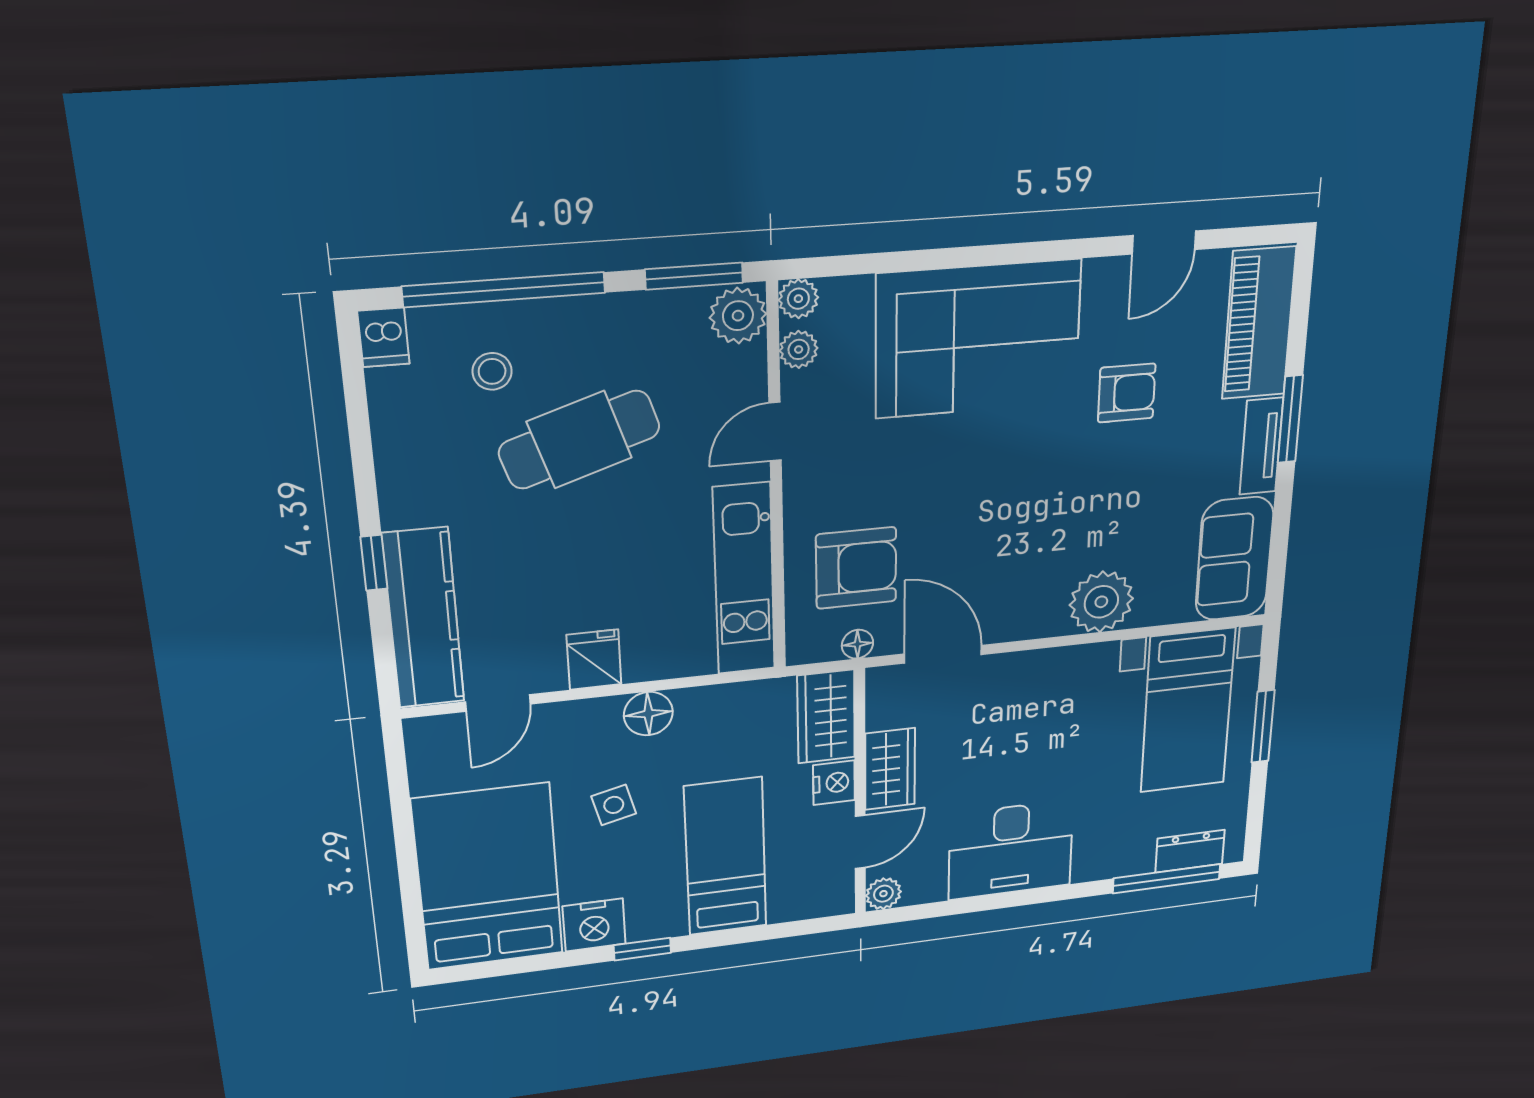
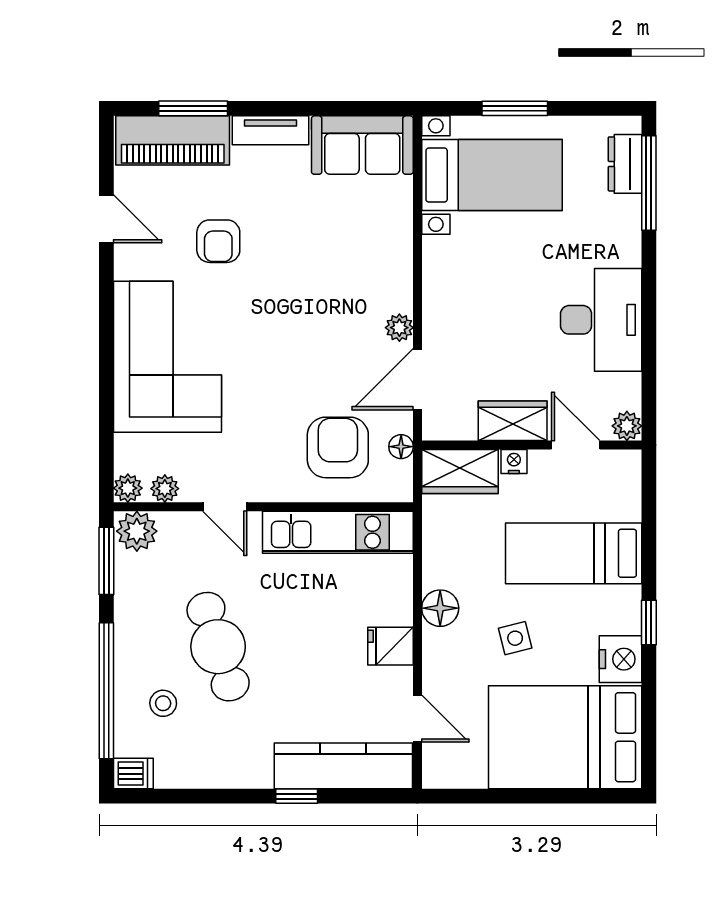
armchair: (1127, 393) -> (218, 241), turned 180
window: (1290, 419) -> (193, 108), moved
plant: (1101, 602) -> (399, 328), moved, width x0.53, depth x0.53
nightstand: (834, 783) -> (514, 462), width x0.72, depth x0.74

